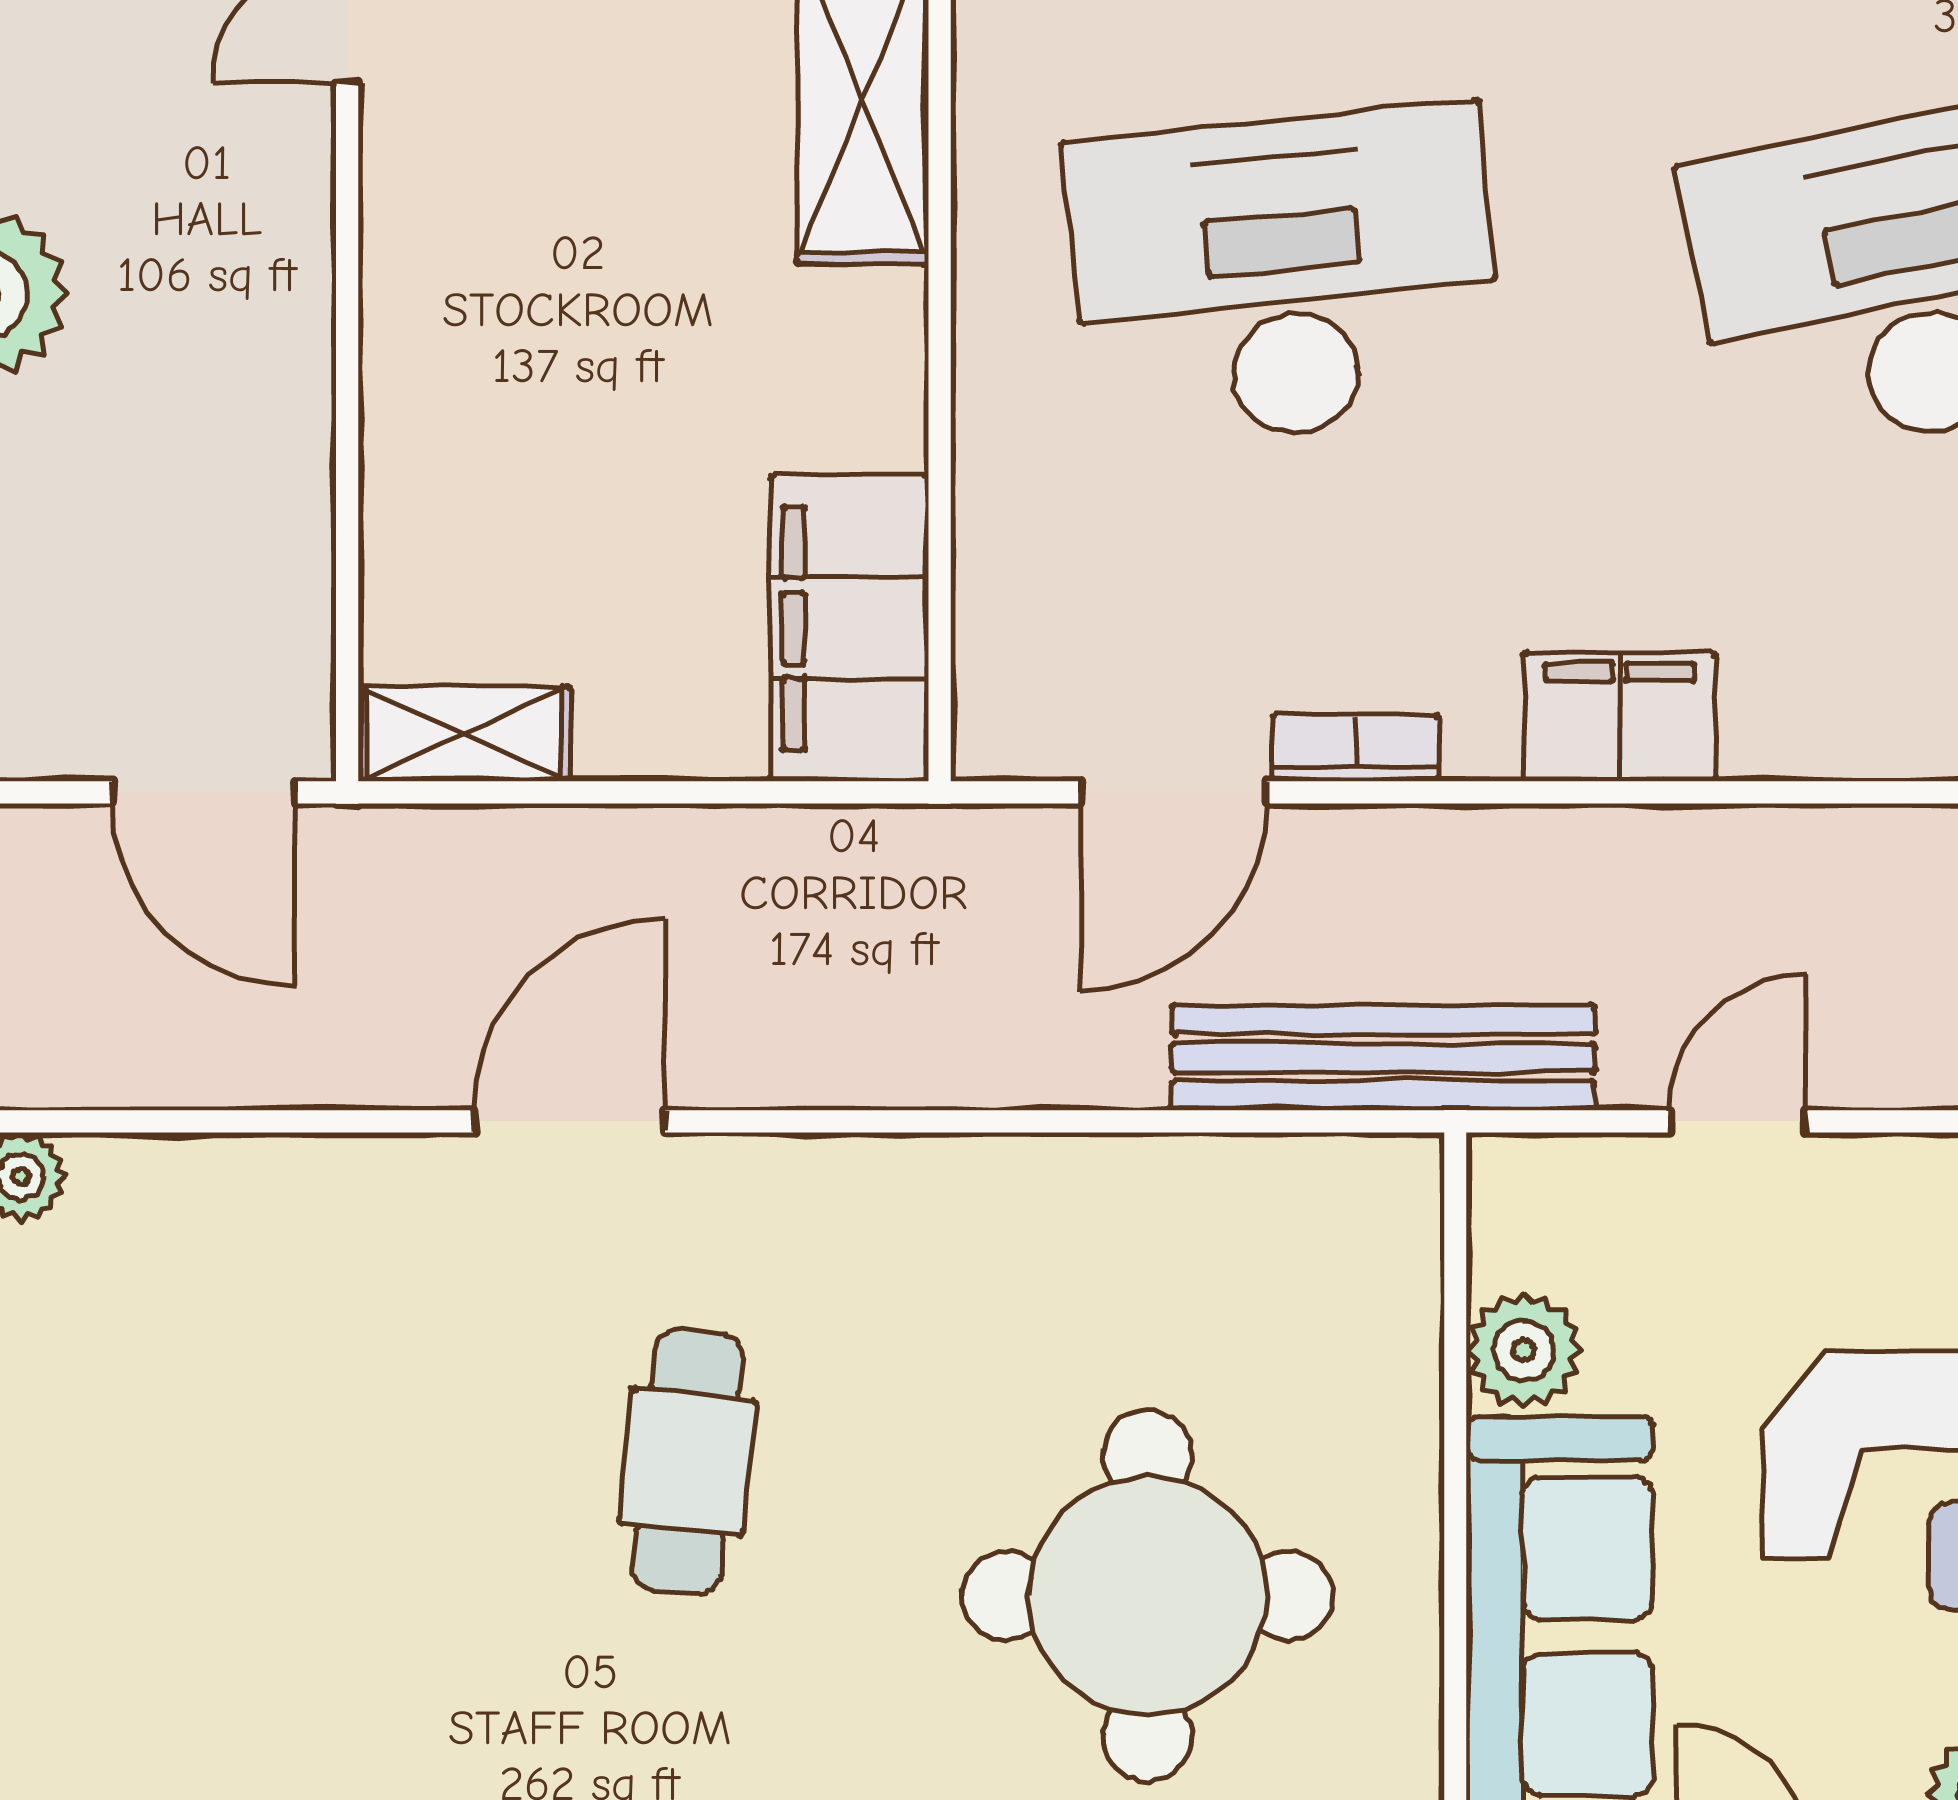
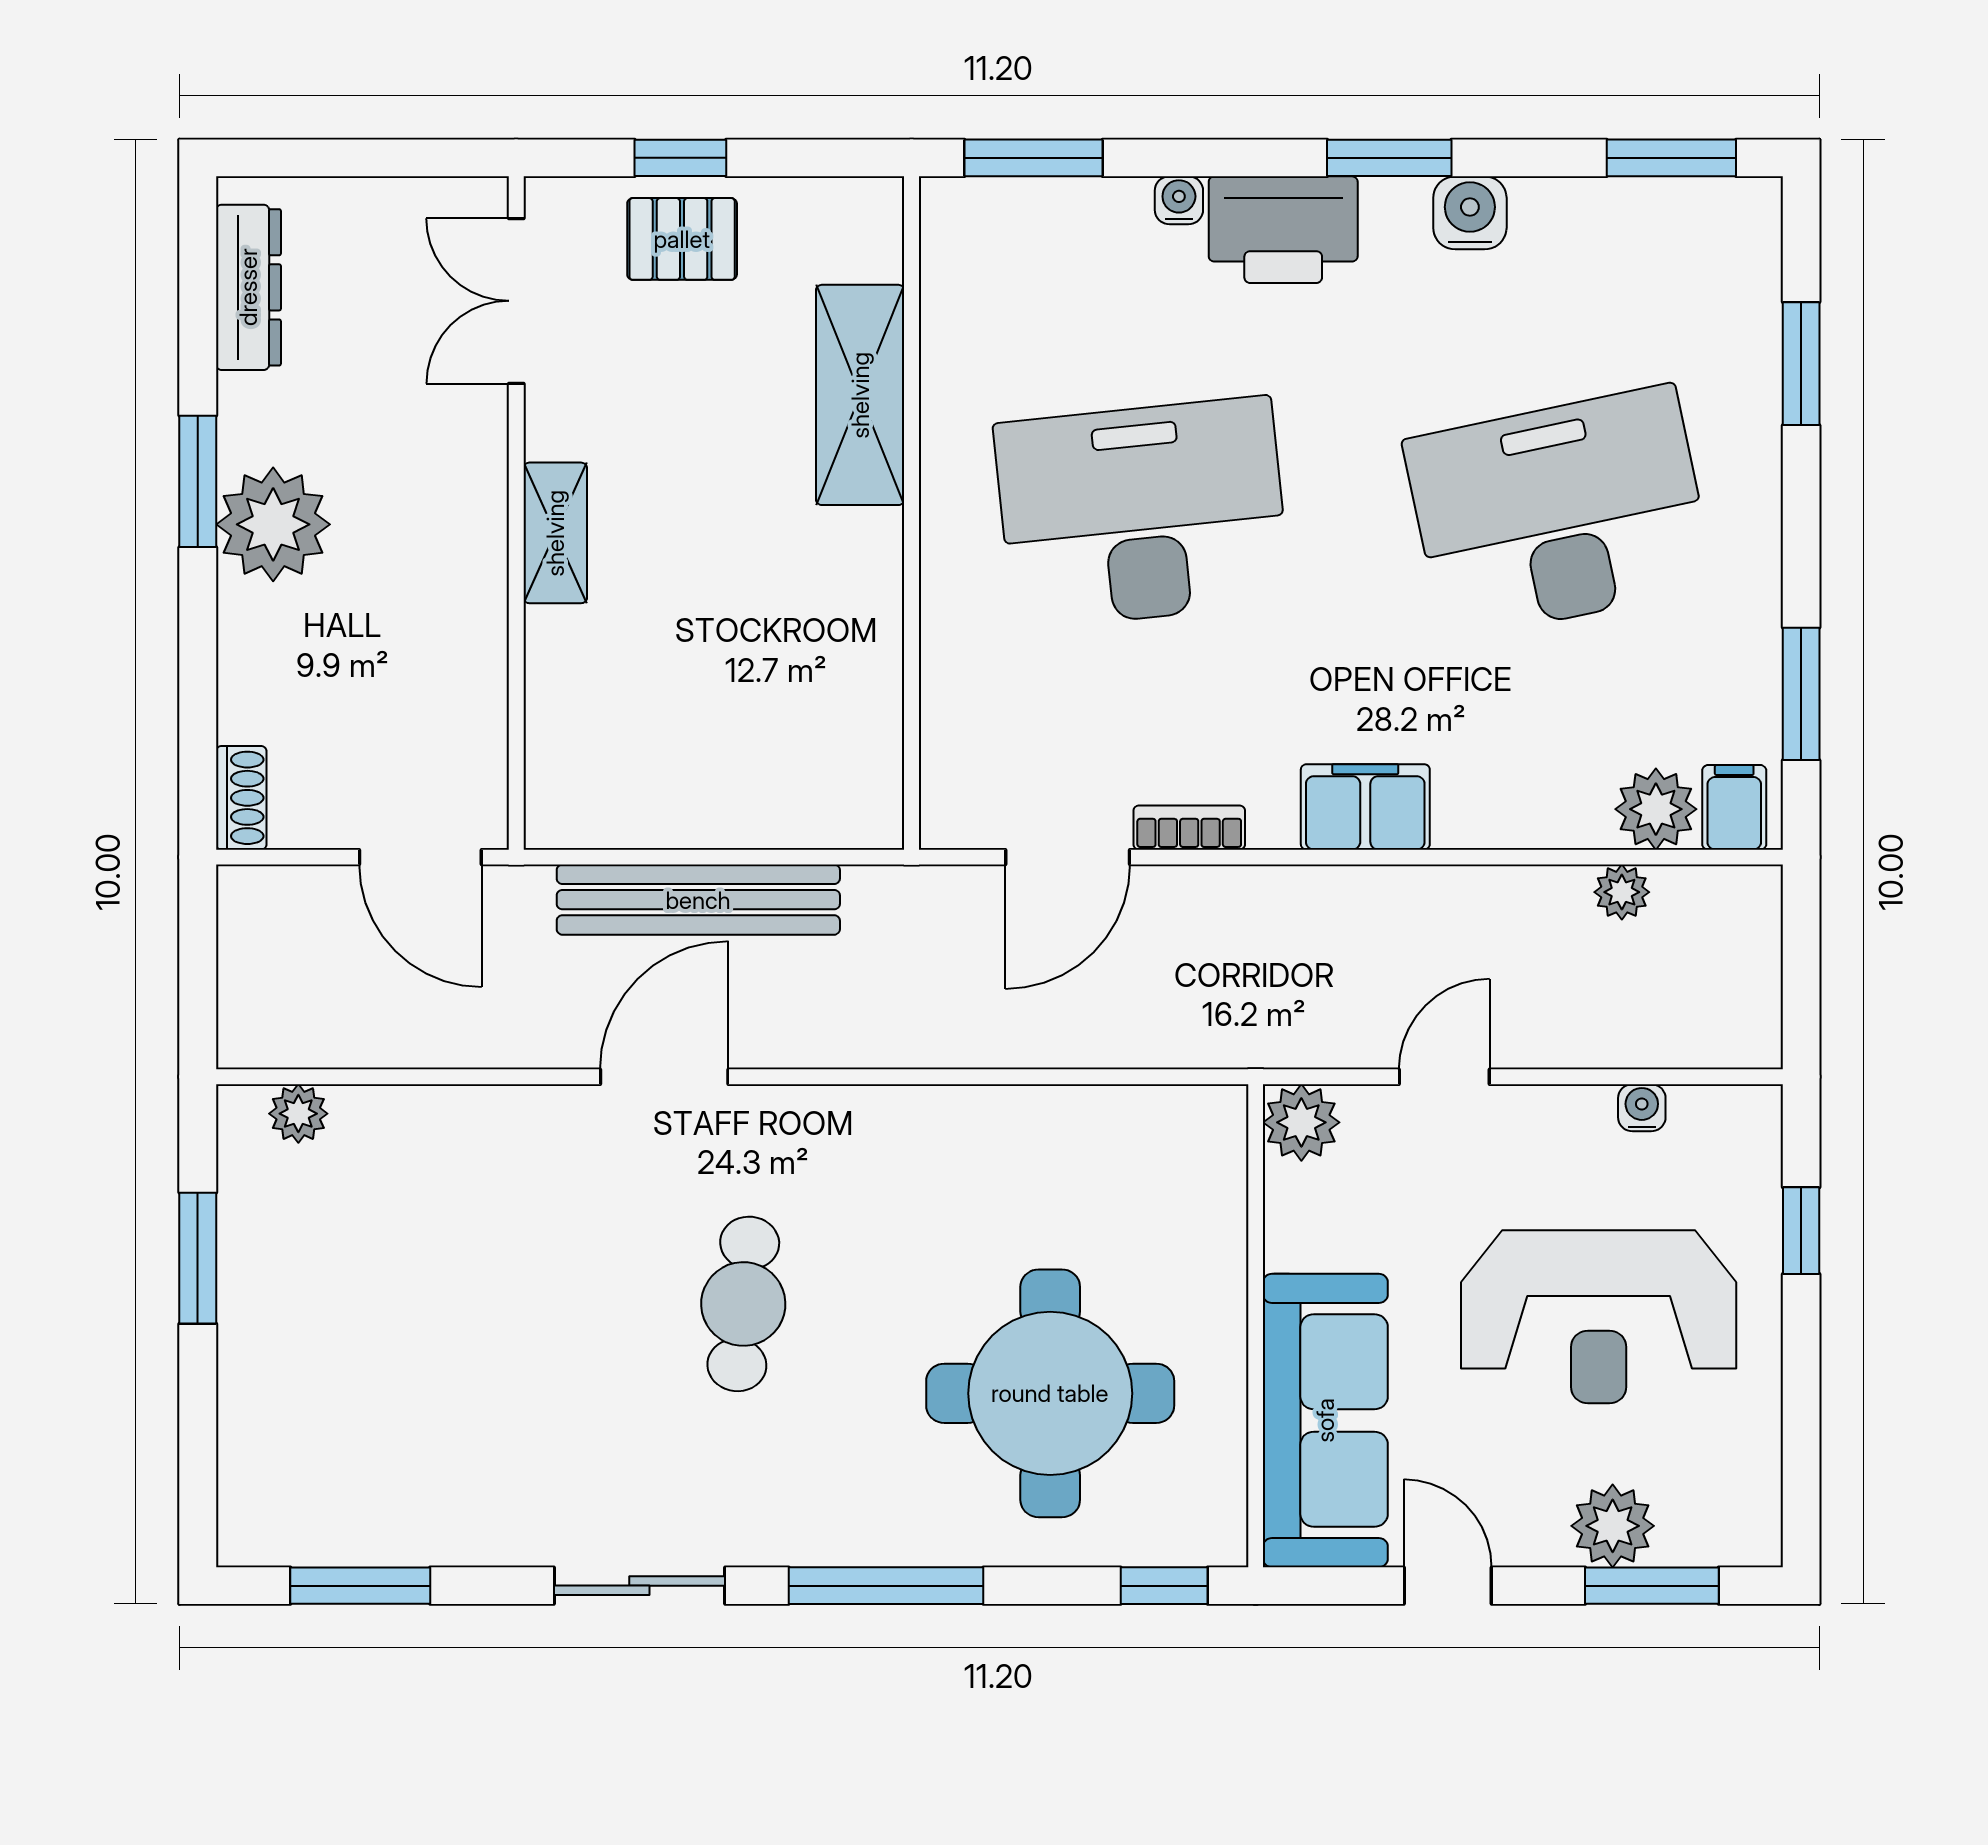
filing cabinet: (849, 628) -> (851, 748), removed
shelving: (464, 734) -> (555, 533), moved, turned 90
bench: (1383, 1058) -> (698, 900), moved
plant: (1524, 1350) -> (1301, 1122), moved

